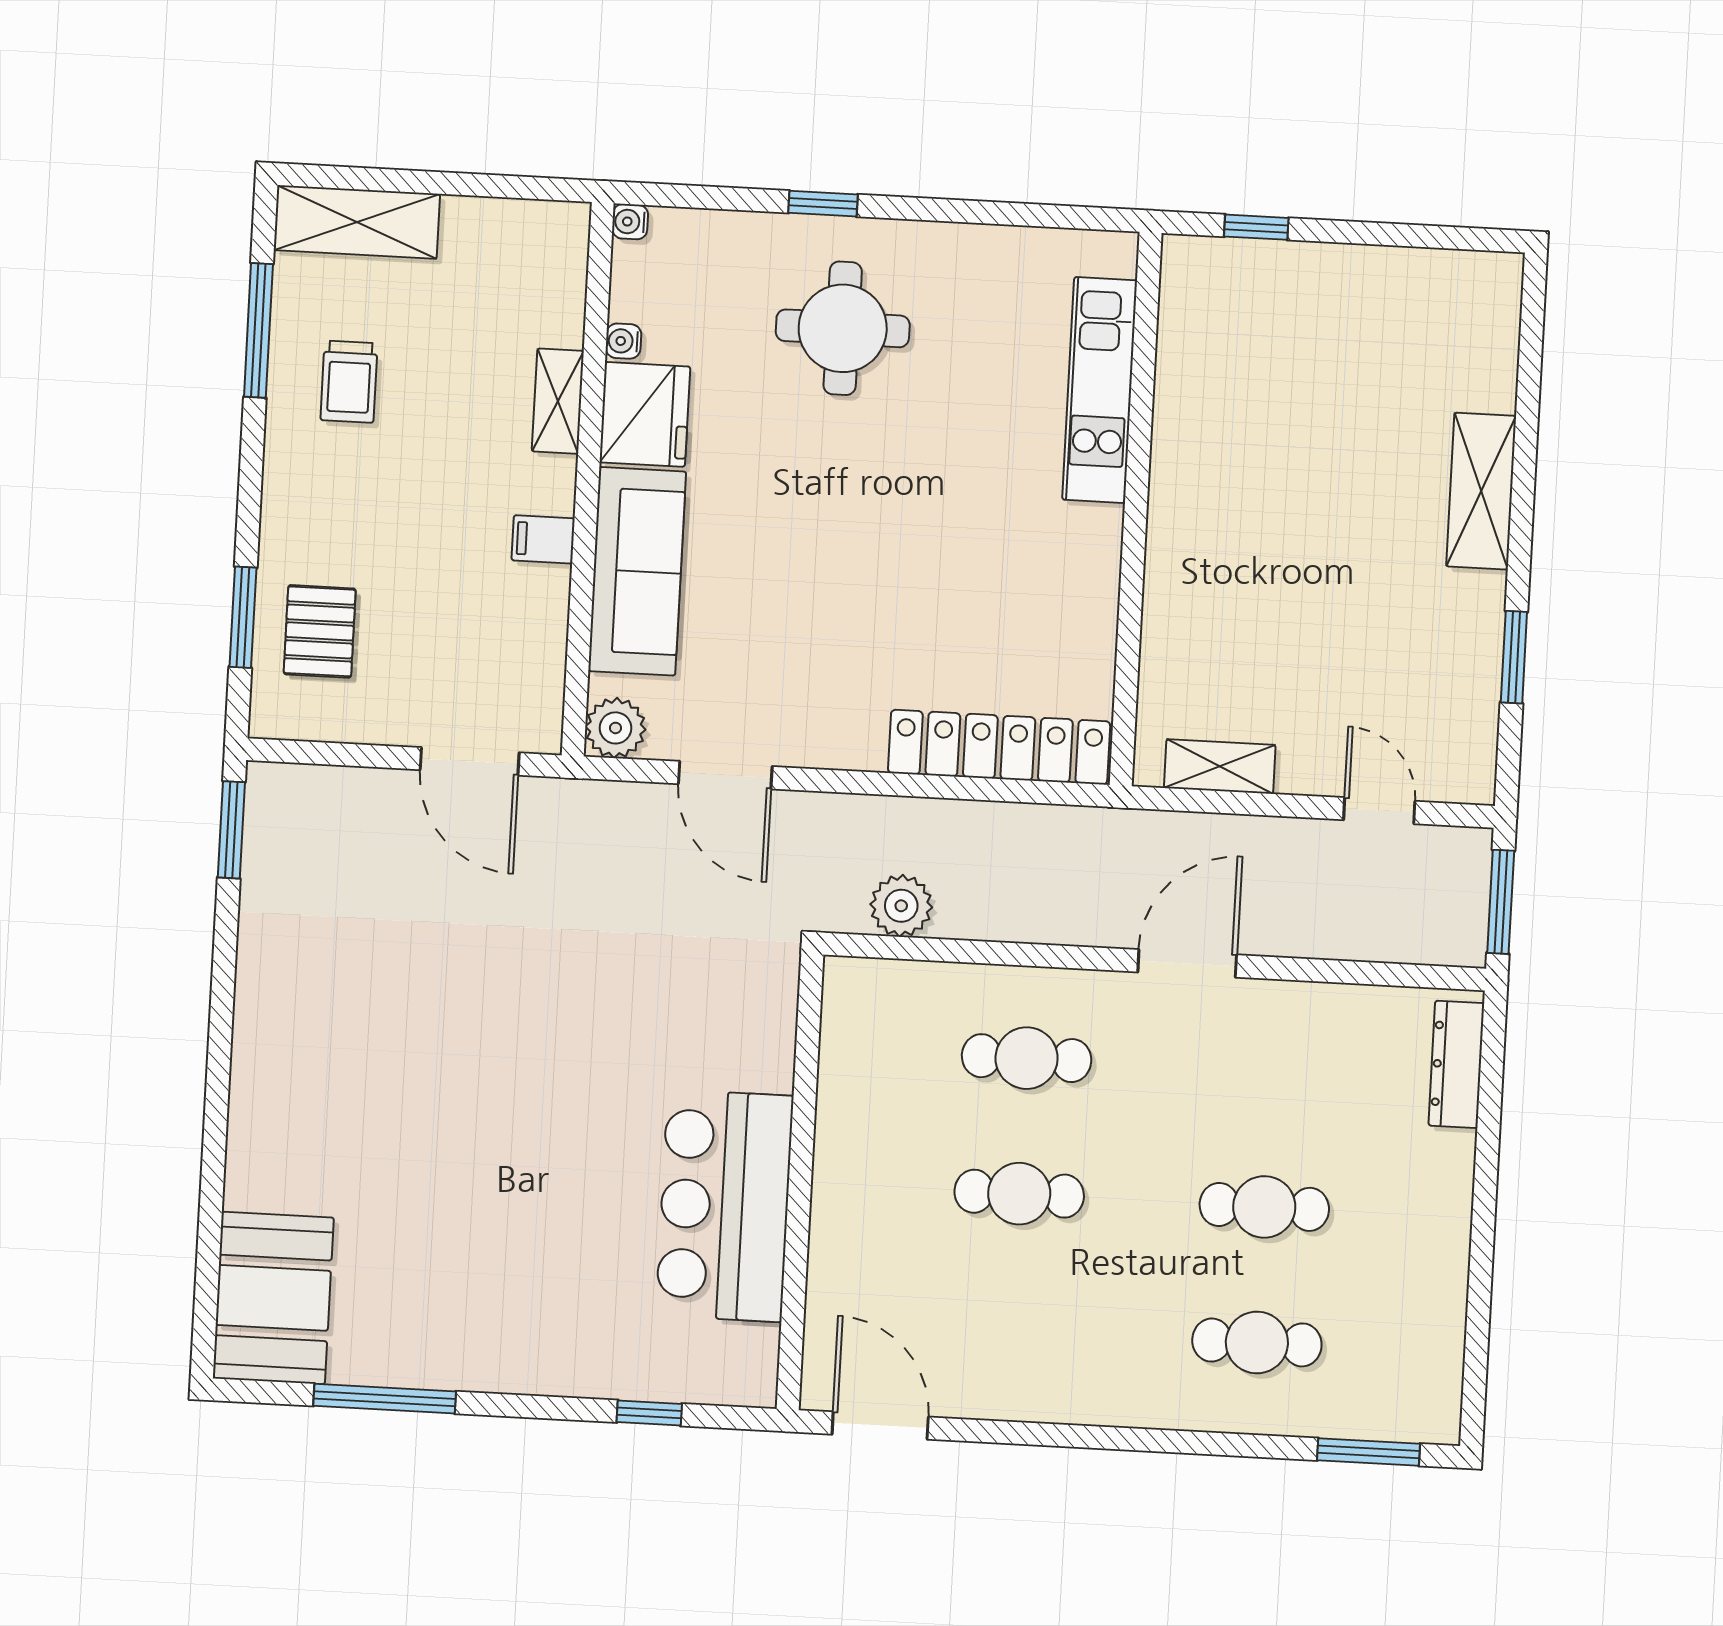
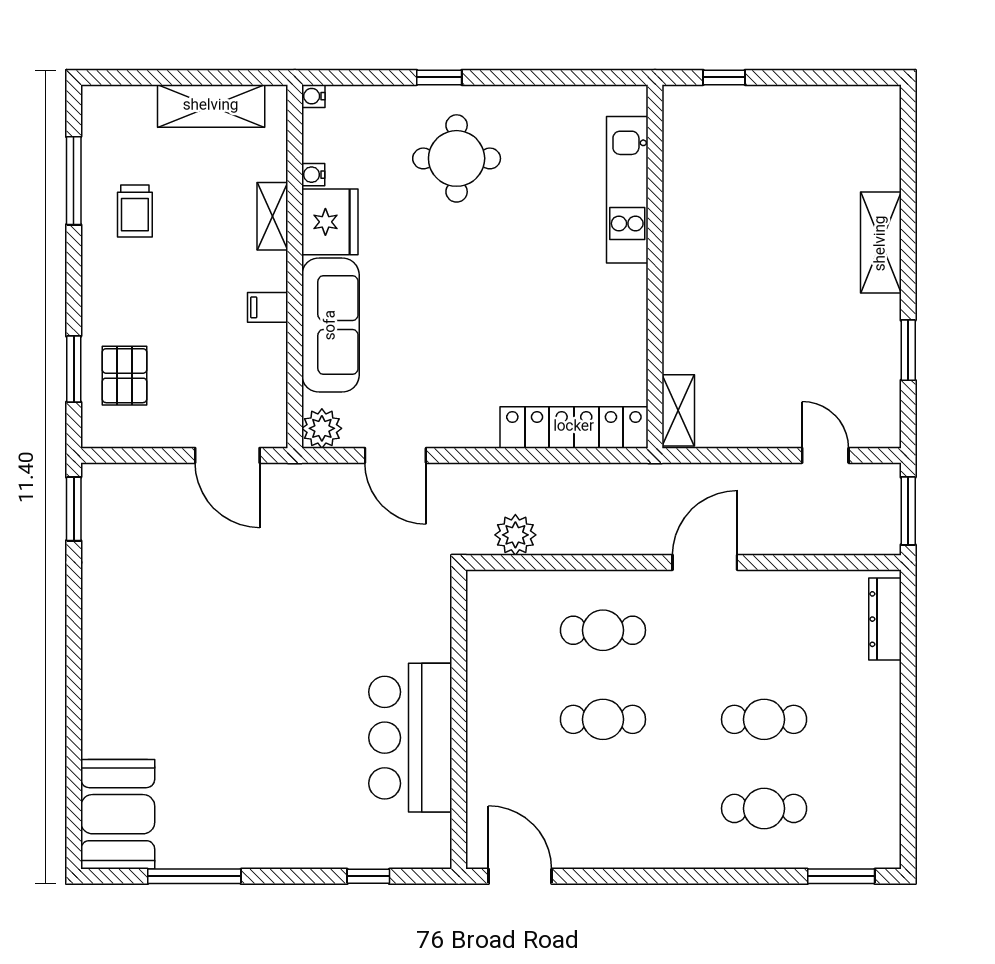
shelving: (357, 222) -> (211, 106), moved
shelving: (1220, 766) -> (678, 410), moved, turned 90

